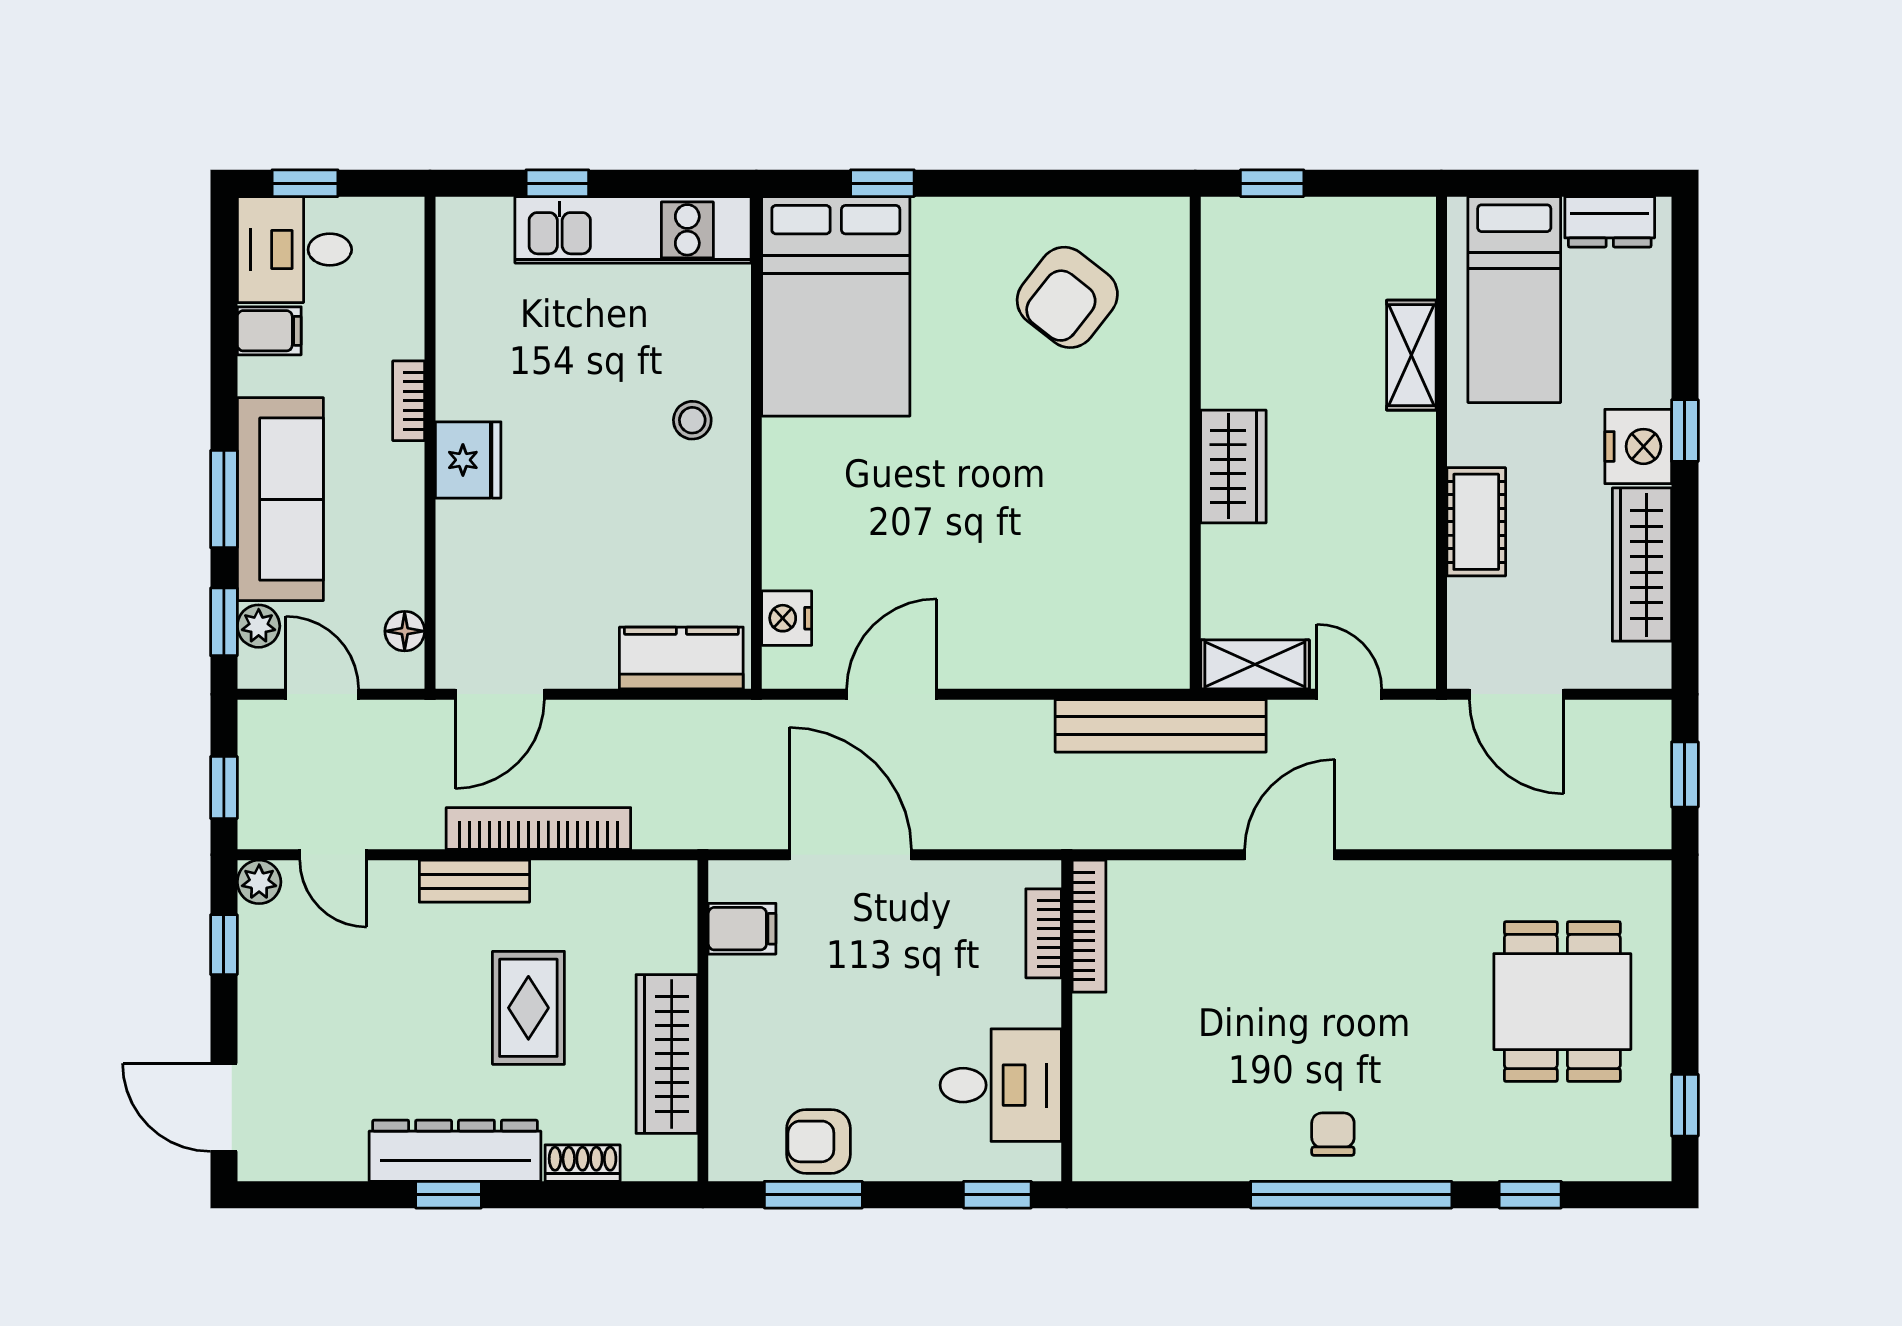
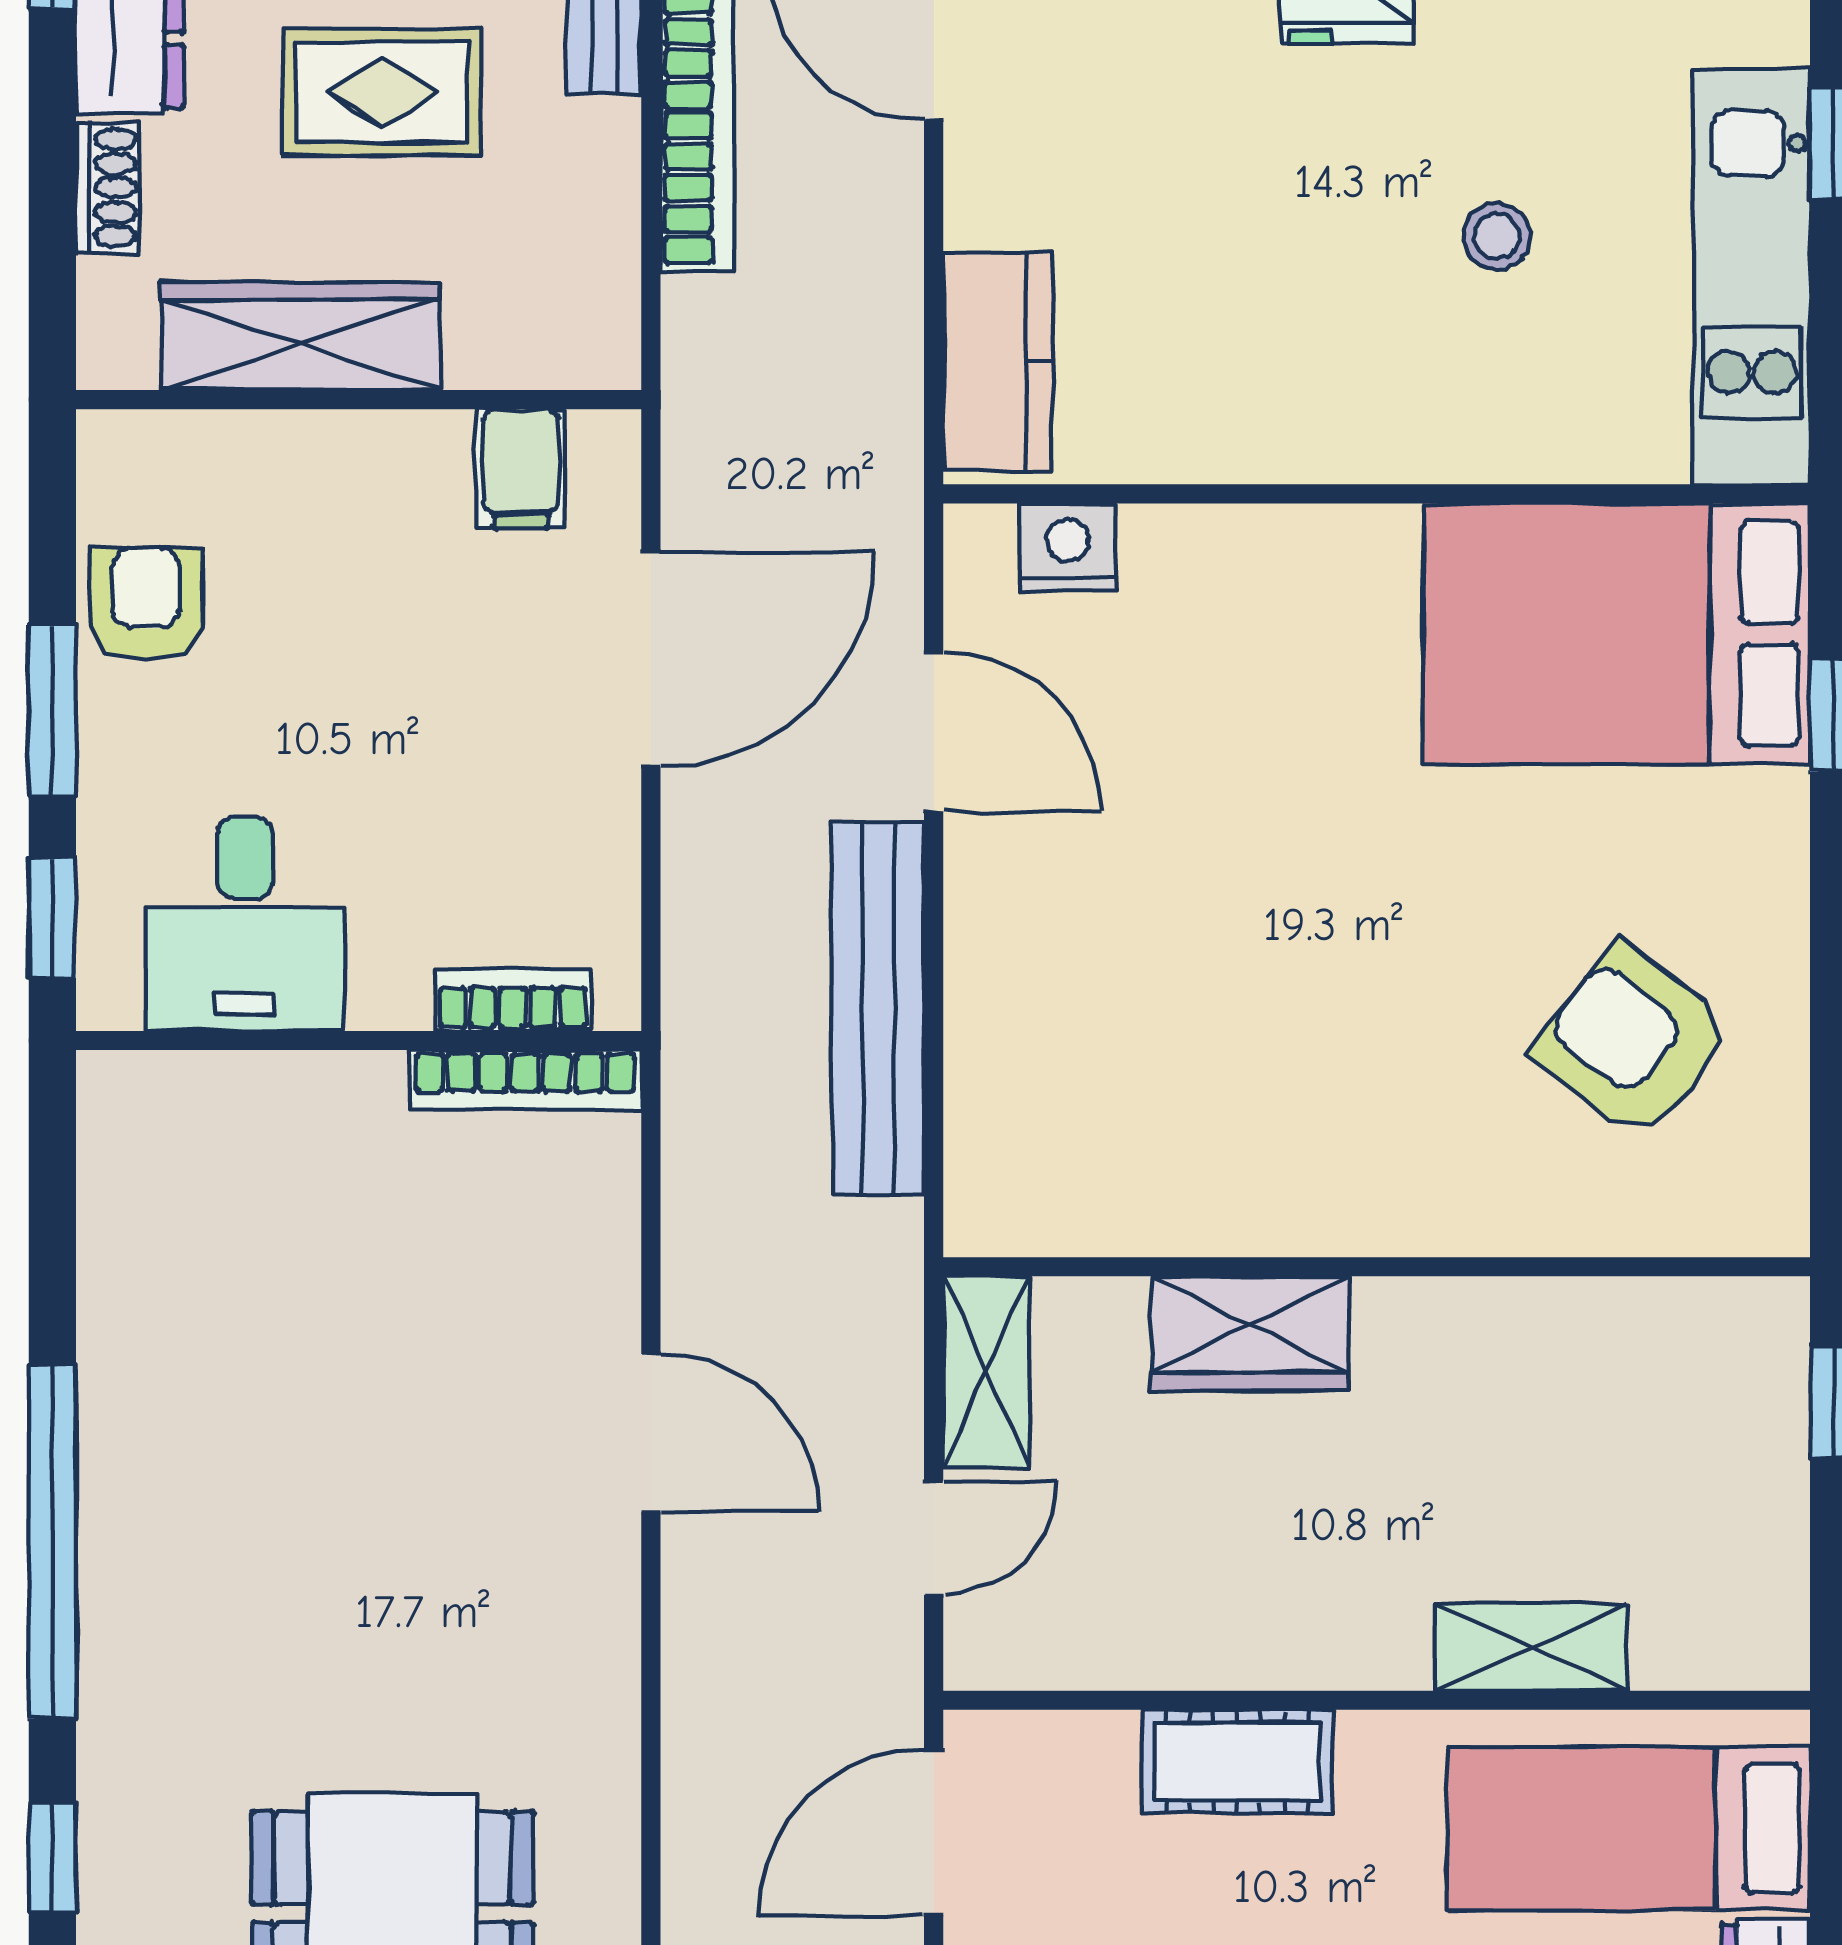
stool: (692, 420) -> (1497, 236), moved
wardrobe: (1233, 466) -> (1250, 1334), moved
bench: (1161, 726) -> (878, 1008), moved
chair: (1333, 1134) -> (159, 1509), removed
window: (813, 1195) -> (52, 711), moved

